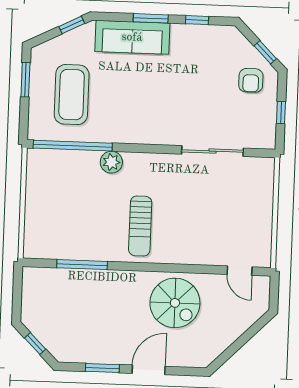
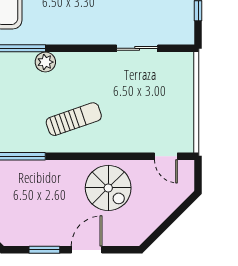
sliding door: (213, 151) -> (137, 48), width x0.73
sun lounger: (140, 226) -> (74, 119), turned -109

